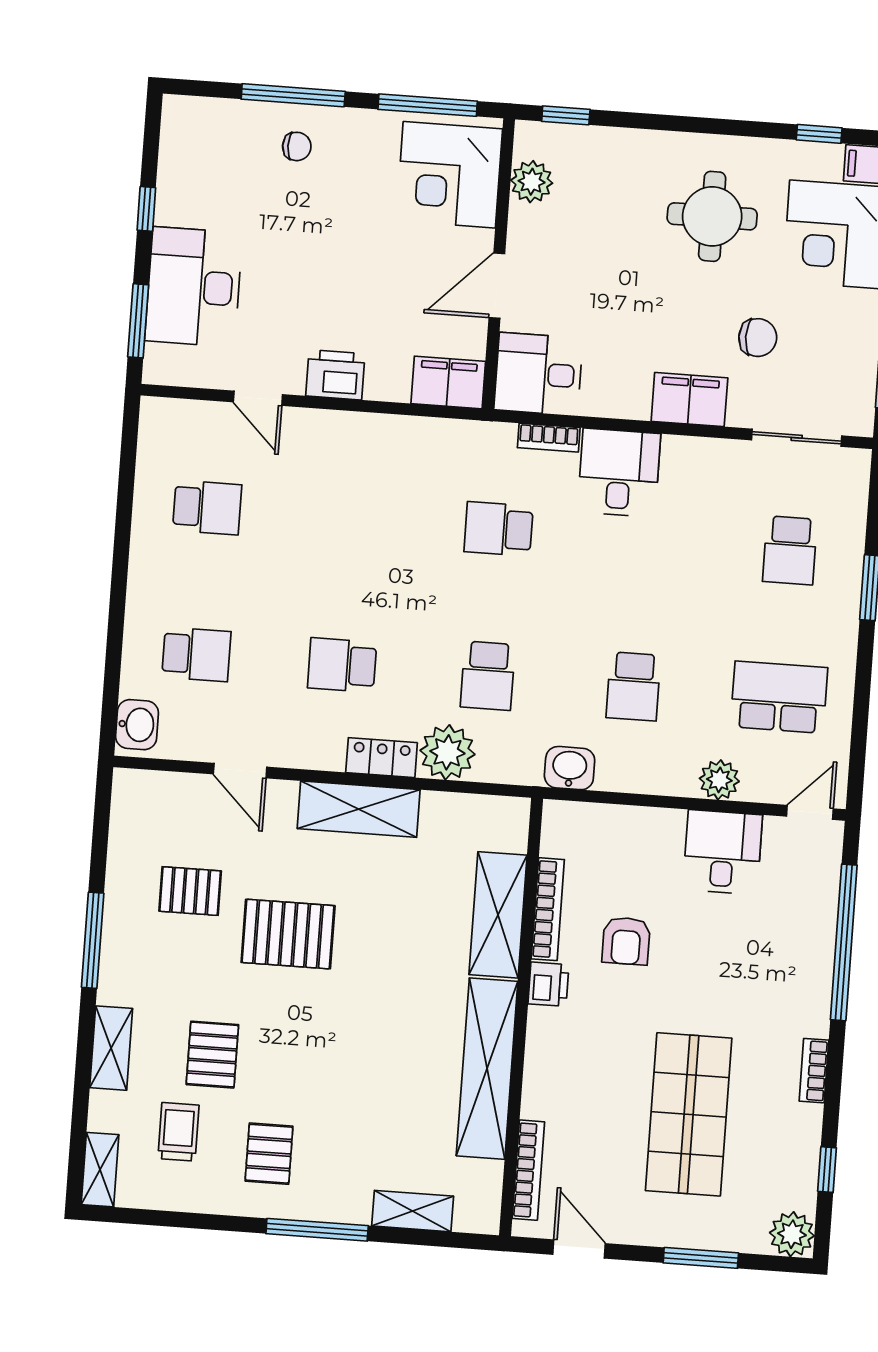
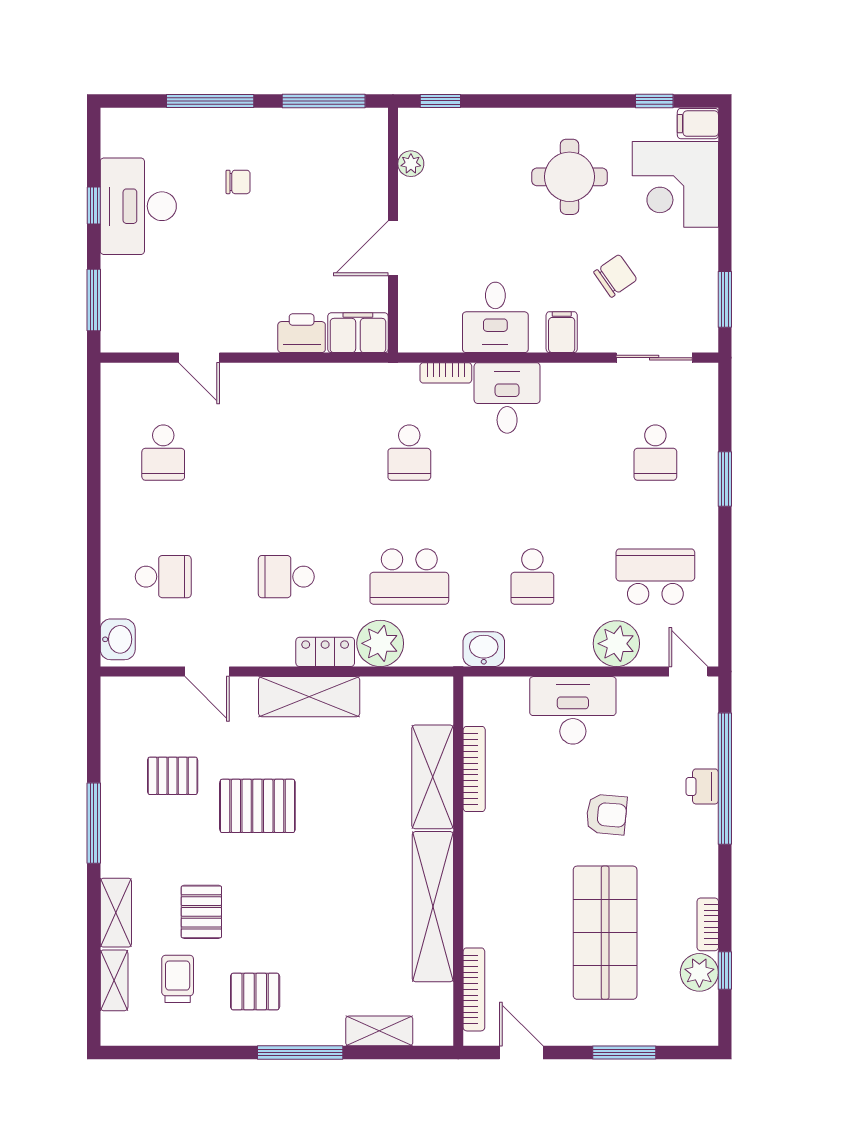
chair: (297, 146) -> (238, 182), moved
corner desk: (449, 175) -> (346, 158), removed
plant: (532, 182) -> (411, 164), width x0.73, depth x0.73
desk: (194, 287) -> (138, 206), moved
chair: (758, 338) -> (615, 276), turned -35
desk: (538, 374) -> (495, 317), moved, turned -90
printer: (335, 375) -> (302, 333), moved
filing cabinet: (689, 400) -> (562, 332), width x0.50
school desk: (207, 508) -> (163, 453), turned 90
school desk: (499, 529) -> (409, 453), turned -90
school desk: (488, 676) -> (409, 577), width x1.85
plant: (719, 780) -> (616, 644), width x1.36, depth x1.36
door: (810, 812) -> (688, 672), hinge flipped
desk: (723, 852) -> (573, 710), moved, width x1.37
armchair: (626, 941) -> (606, 814), moved, turned -85
printer: (548, 984) -> (702, 786), moved, turned 180
bookcase: (814, 1071) -> (708, 924), moved
pallet: (269, 1154) -> (255, 992), turned 90
shelving: (100, 1170) -> (114, 980), moved
plant: (792, 1234) -> (699, 972), moved

